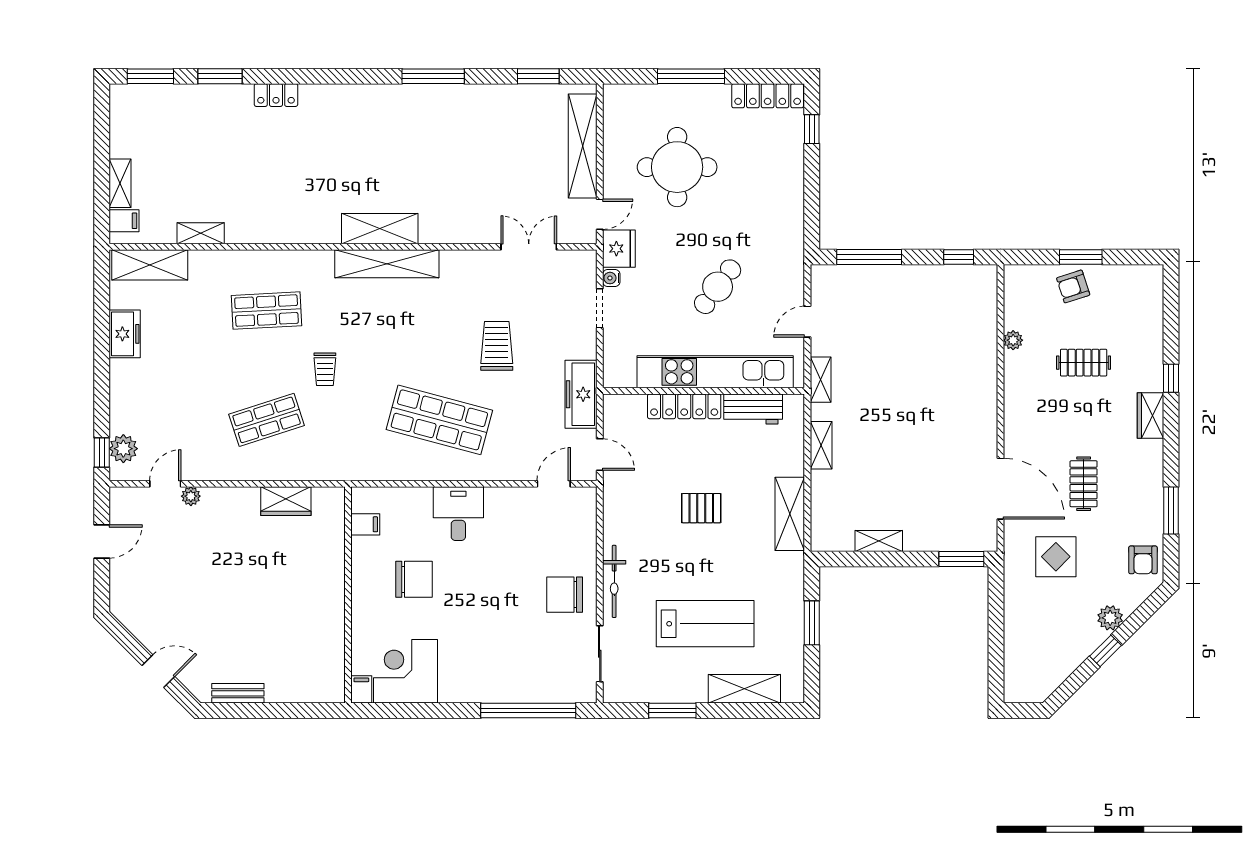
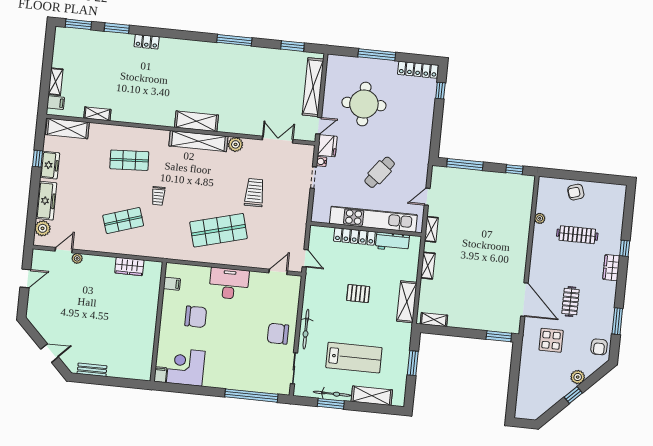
window: (1081, 257) -> (582, 176), removed
plant: (454, 263) -> (236, 144), added
clothes rail: (1084, 363) -> (577, 235), width x1.36
freezer: (581, 394) -> (46, 201), moved, turned 180
shop shelf: (439, 420) -> (219, 230), turned -30
window: (102, 452) -> (38, 159), moved
desk: (458, 514) -> (229, 284), width x1.37
shelving: (879, 541) -> (434, 320), moved
bicycle: (673, 692) -> (332, 394), added

